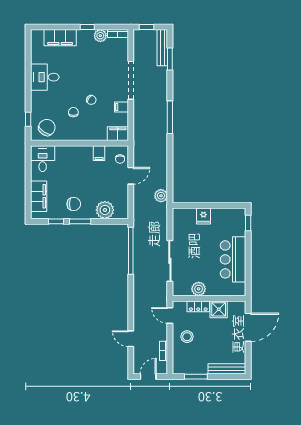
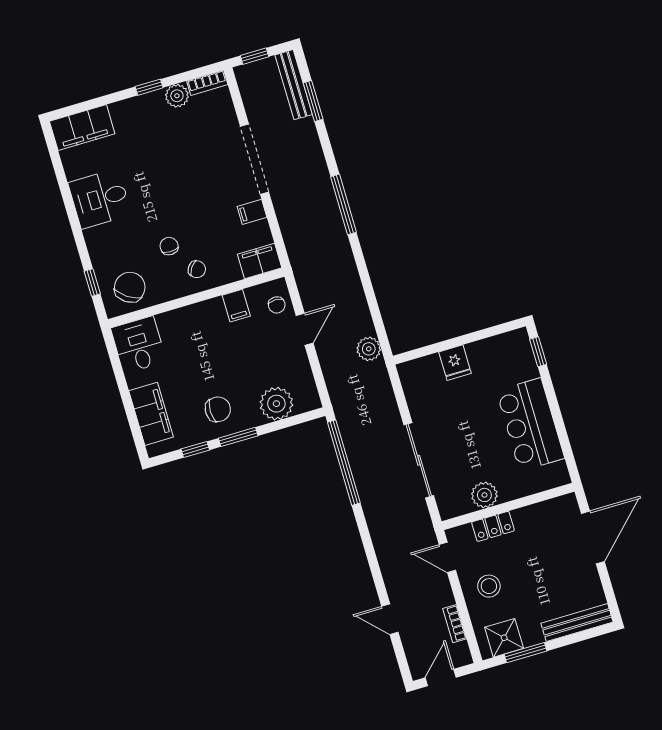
filing cabinet: (60, 38) -> (82, 128), moved
chair: (91, 100) -> (197, 269), moved
shower: (219, 309) -> (504, 638), moved

